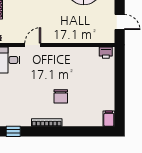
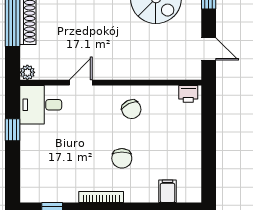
chair: (67, 63) -> (131, 109), added
filing cabinet: (109, 119) -> (168, 191), moved

